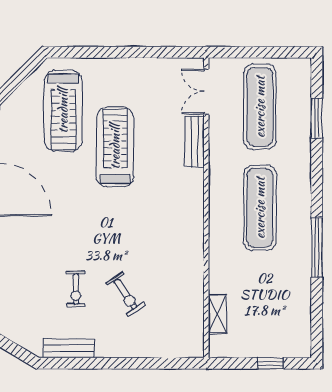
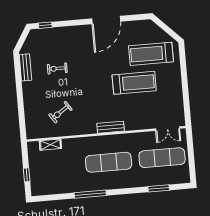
double door: (206, 92) -> (168, 129), swing flipped
bench: (194, 142) -> (111, 127), moved
exercise bike: (125, 294) -> (60, 112), moved

